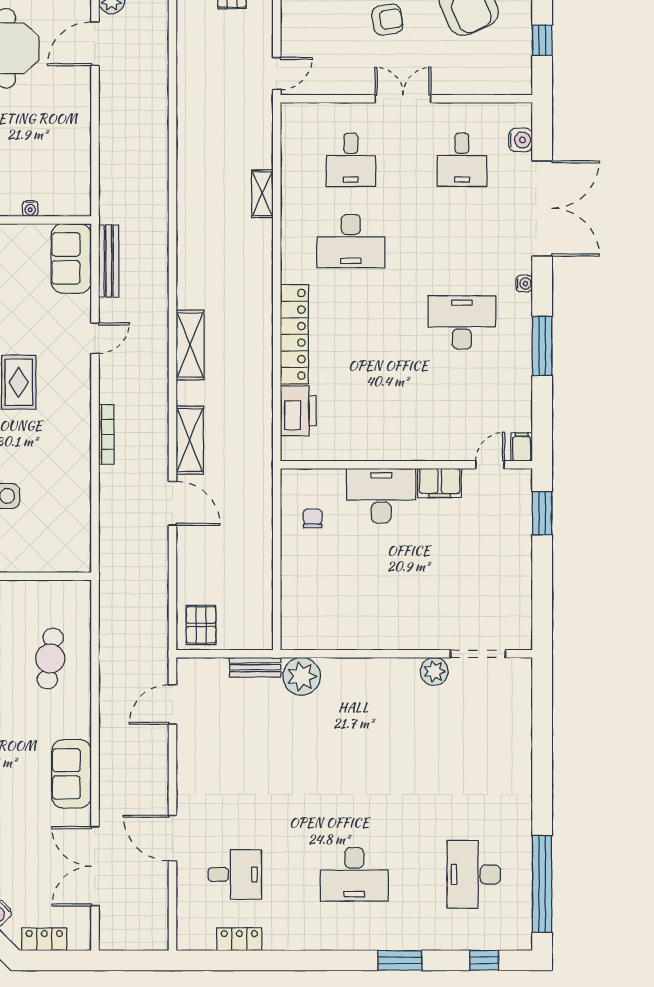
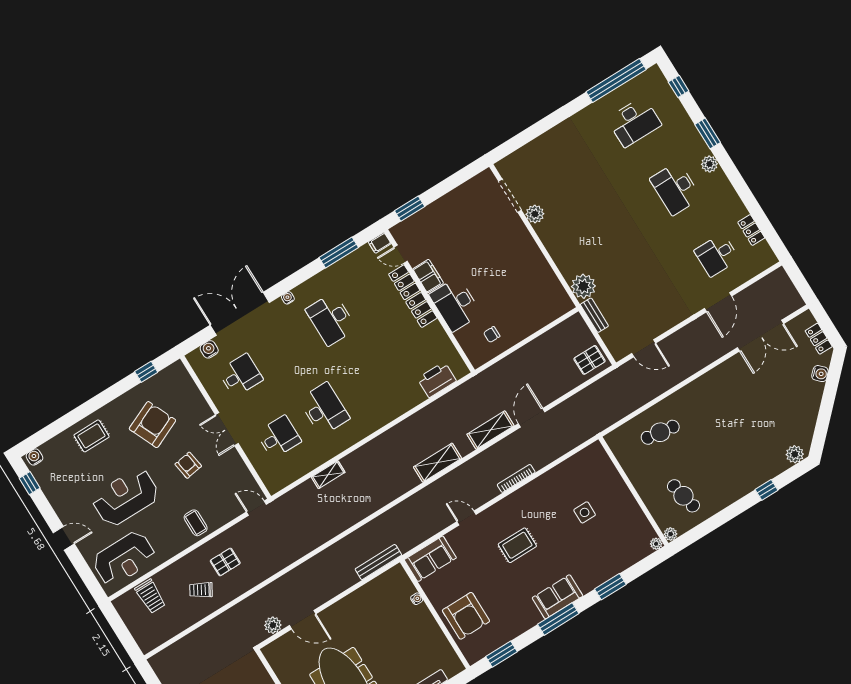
bench: (109, 261) -> (378, 562), moved
locker: (294, 334) -> (413, 296), moved, turned -90
window: (542, 346) -> (339, 252), moved
sofa: (71, 774) -> (717, 381), removed
desk: (235, 874) -> (717, 255), turned -90
desk: (354, 874) -> (675, 188), turned 180
plant: (359, 938) -> (709, 164), added

